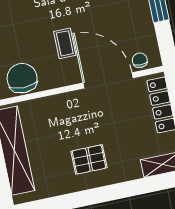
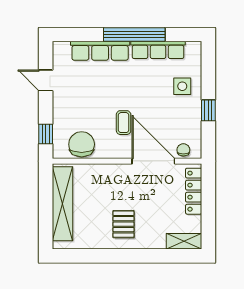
pallet: (89, 159) -> (124, 224), turned 90

